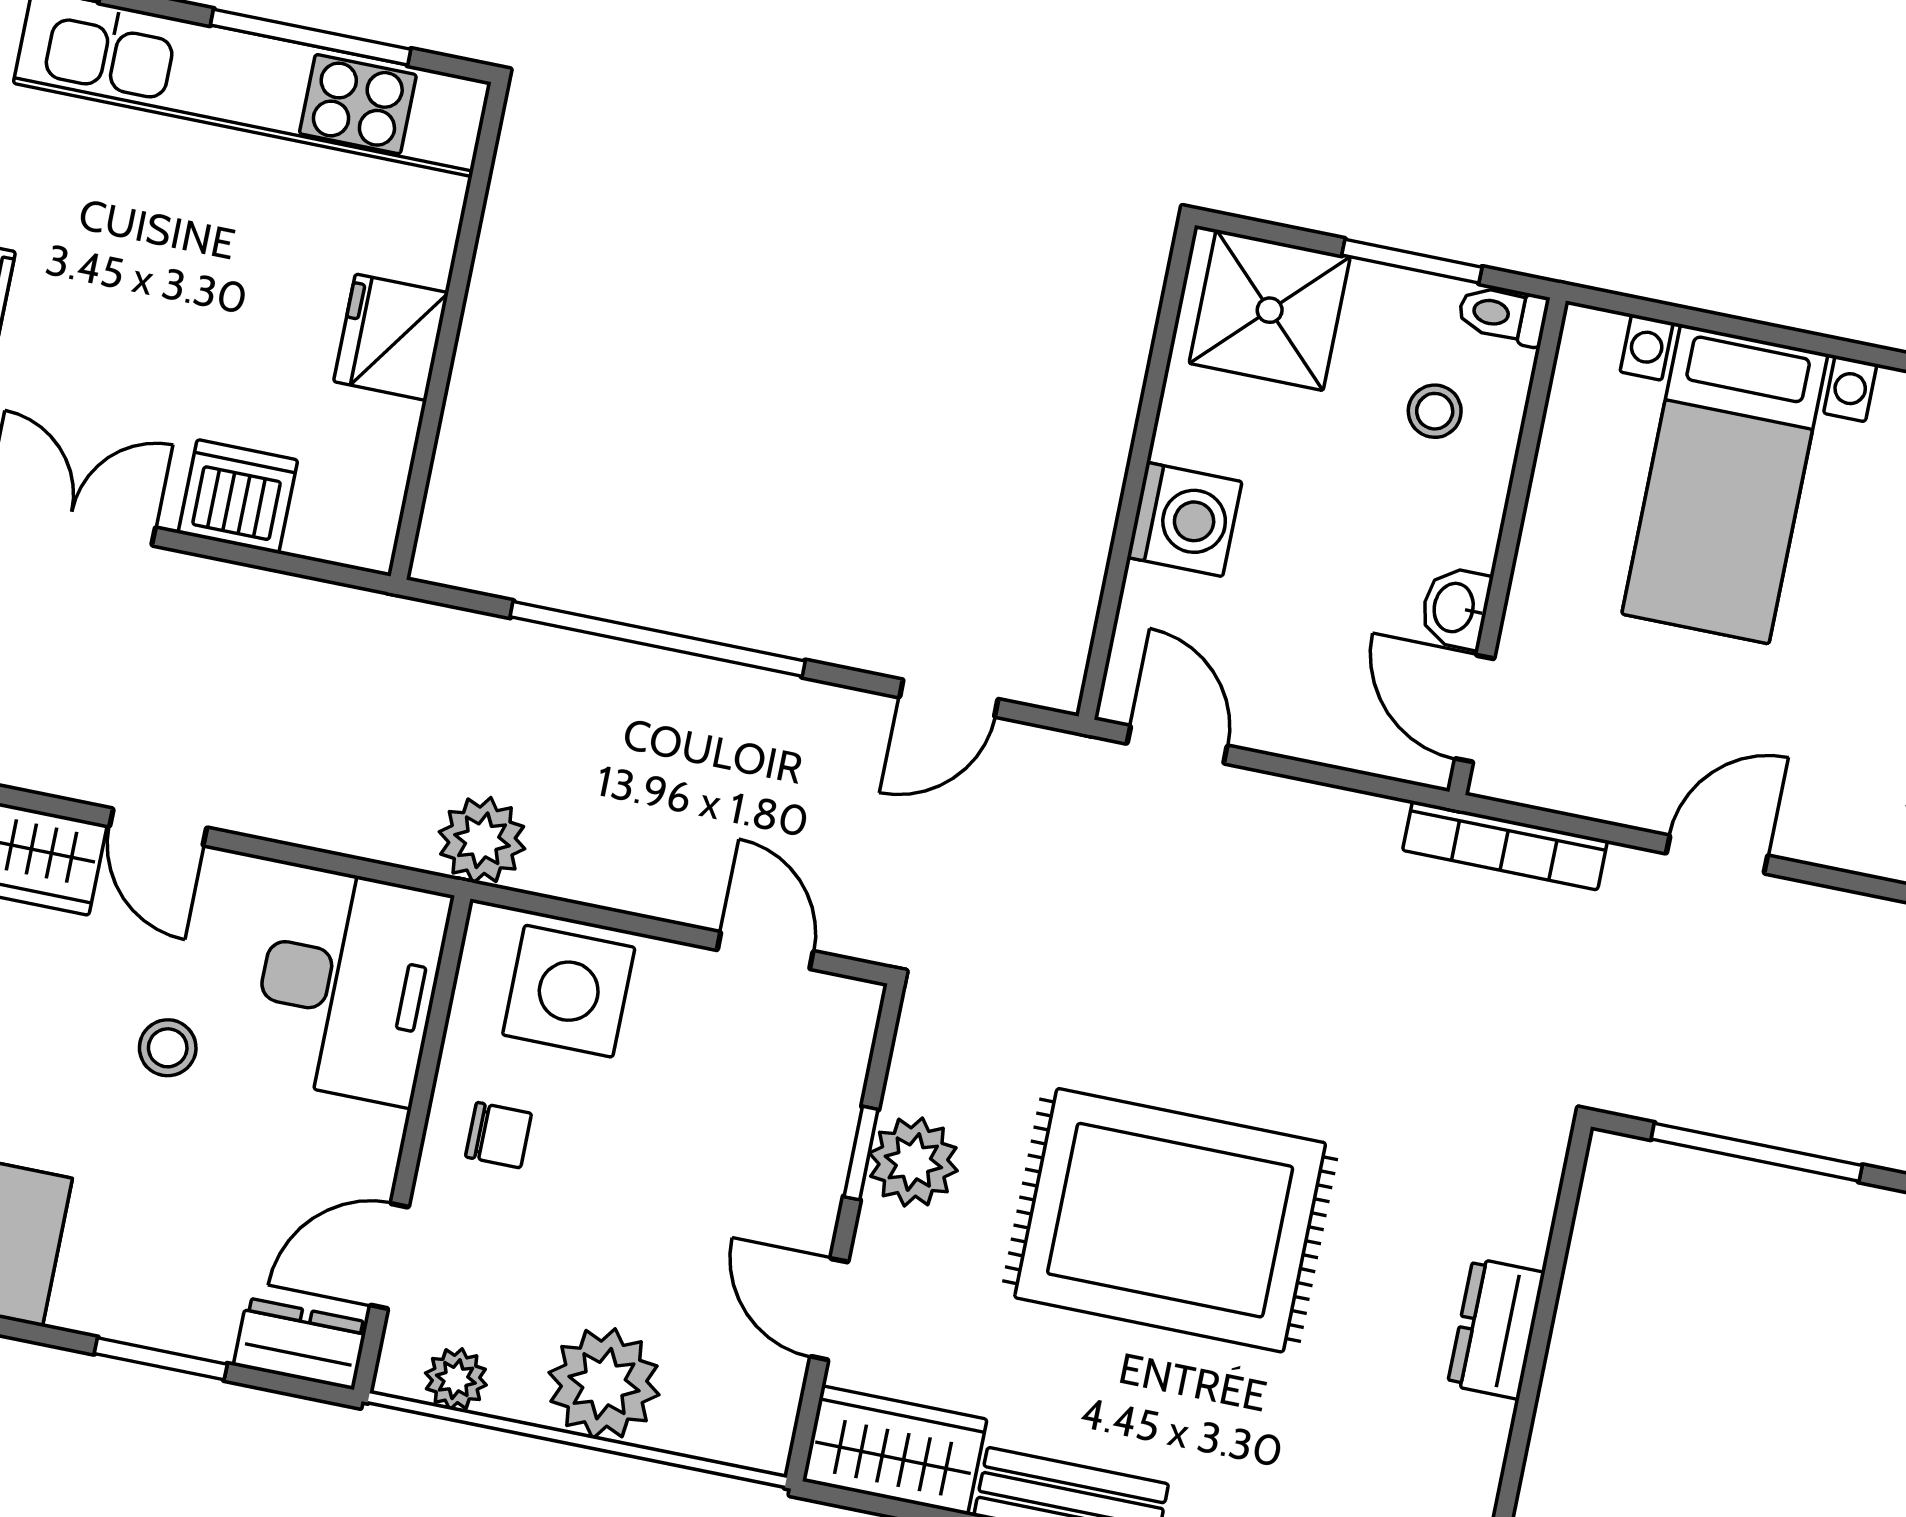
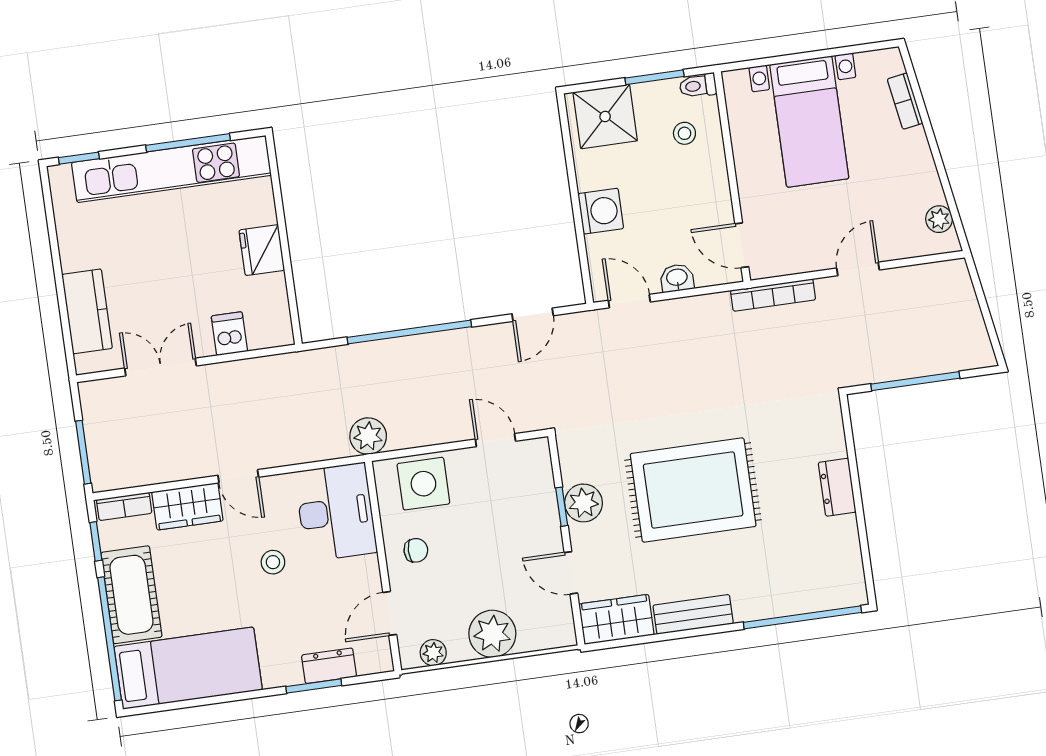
dishwasher: (238, 497) -> (229, 334), width x0.73
washbasin: (1455, 608) -> (677, 278), moved, turned 90
dresser: (301, 1344) -> (329, 666), moved

